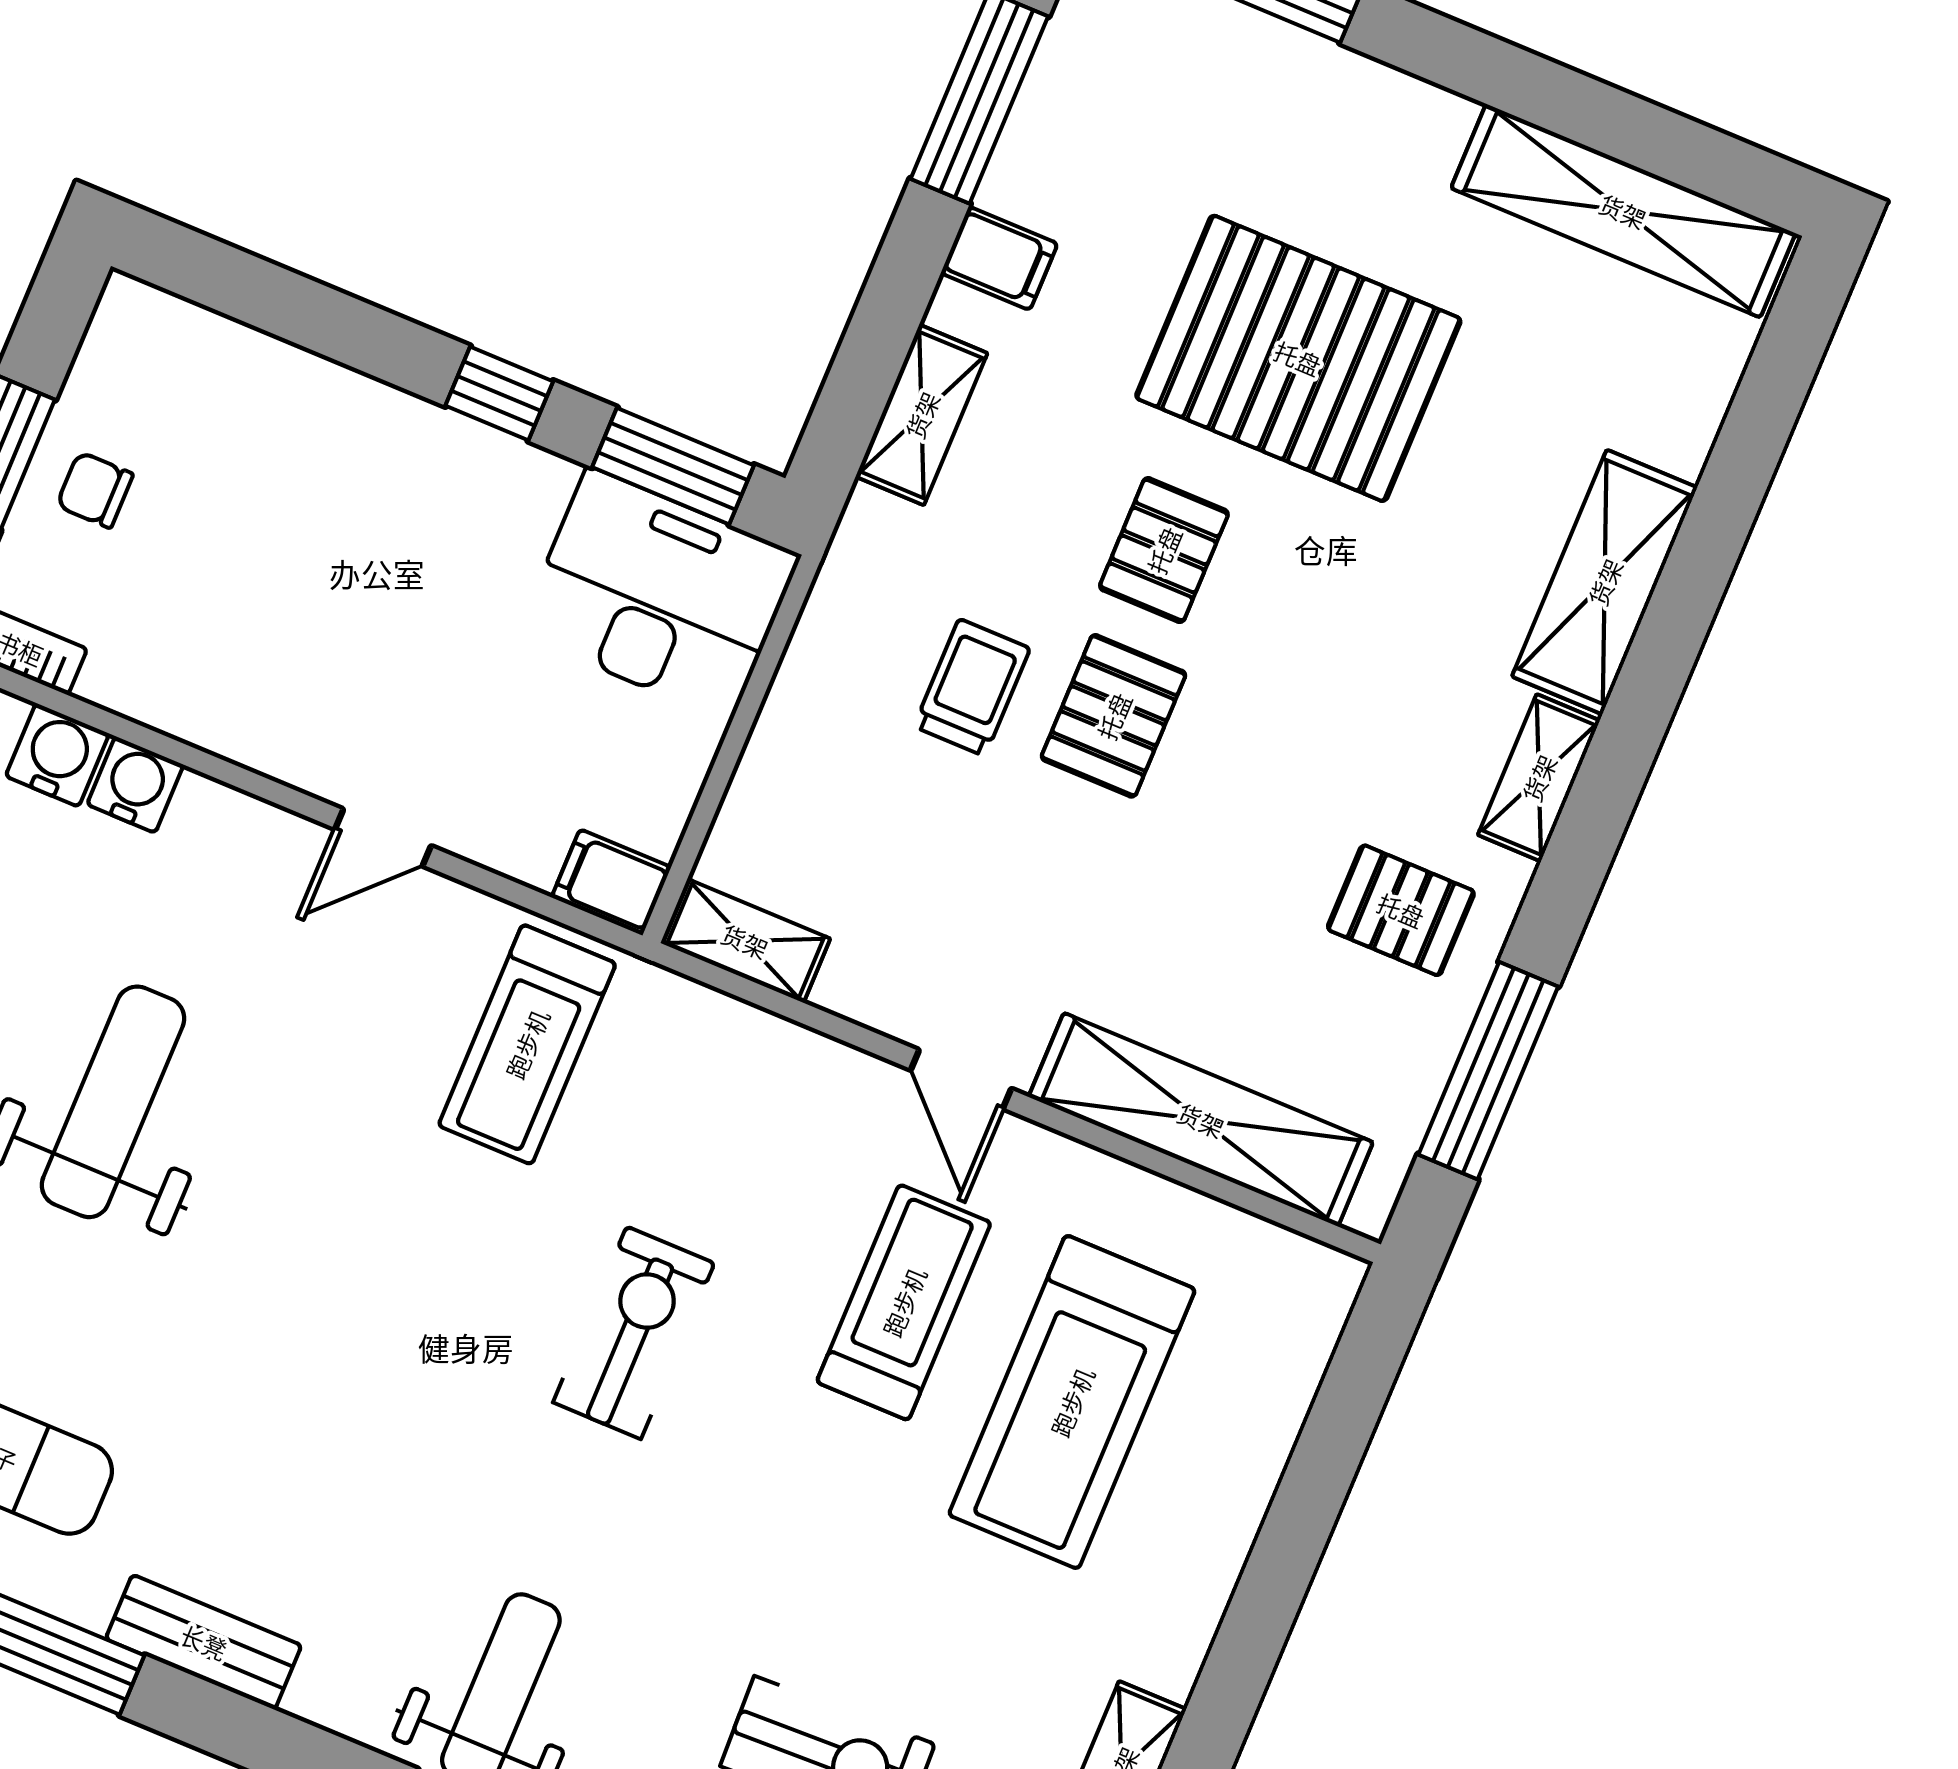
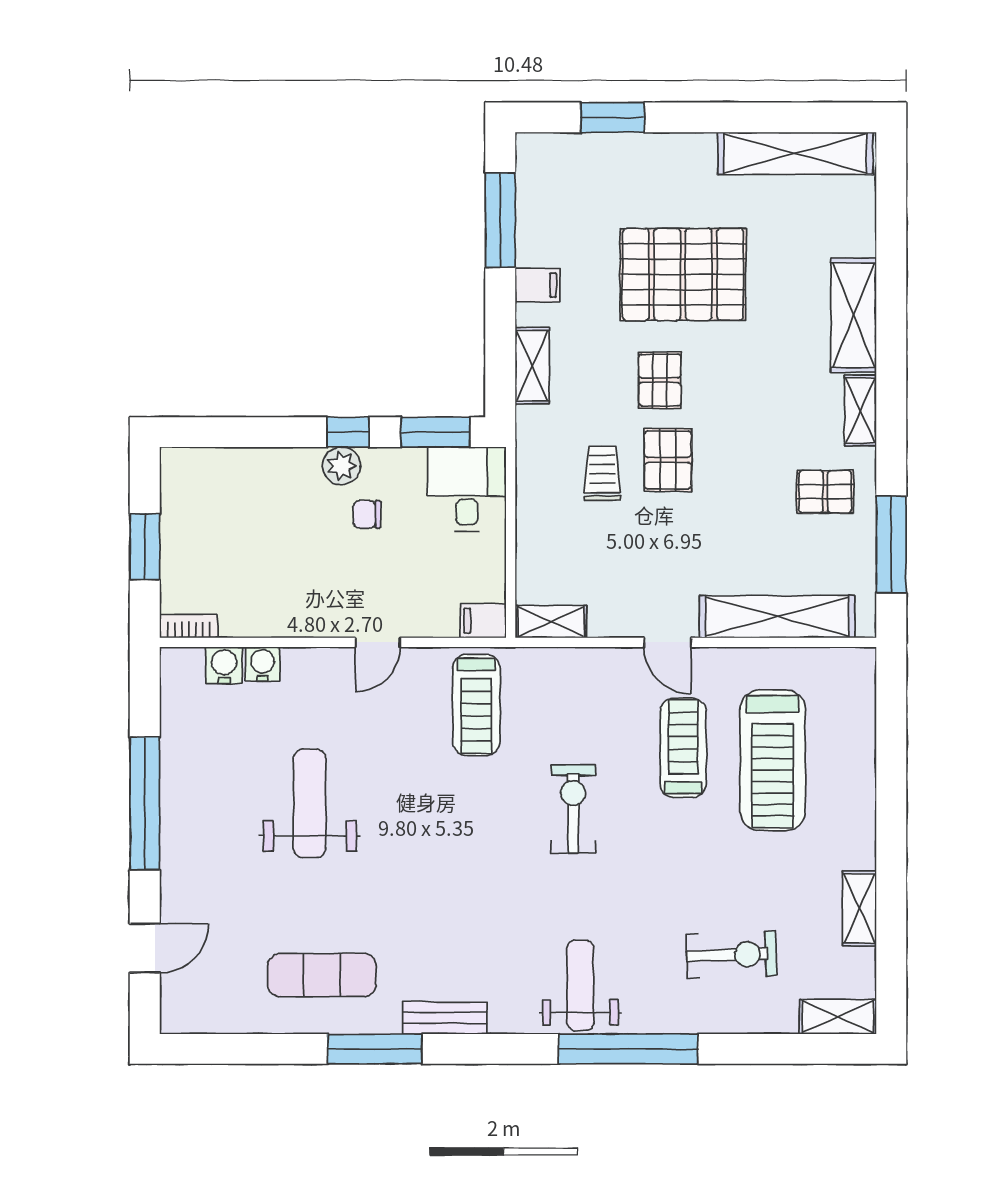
plant: (458, 455) -> (341, 466), added
chair: (95, 490) -> (367, 514), moved
desk: (659, 594) -> (467, 489), width x0.73

